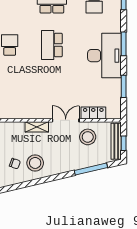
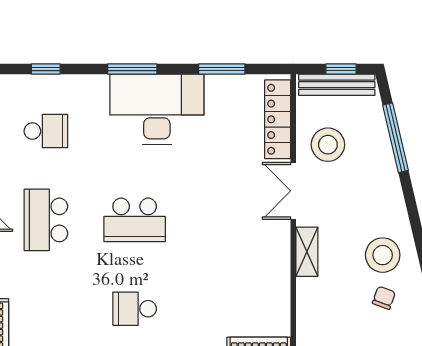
locker: (93, 113) -> (278, 119), width x1.53

